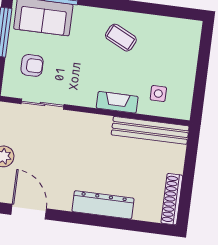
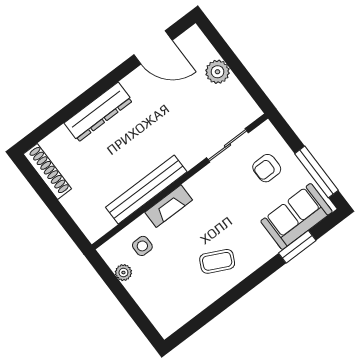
plant: (187, 89) -> (123, 273), added
bench: (150, 130) -> (146, 189), moved

